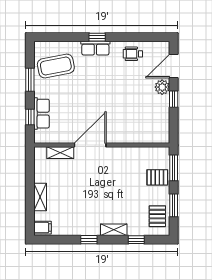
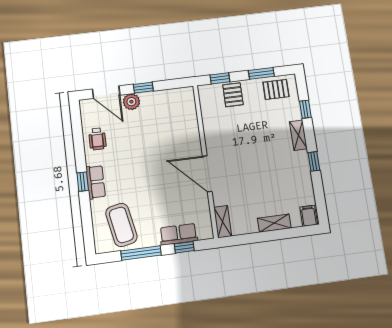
window: (30, 80) -> (141, 253), width x1.44
shelving: (60, 153) -> (223, 222), moved
window: (174, 168) -> (220, 78), width x0.67

